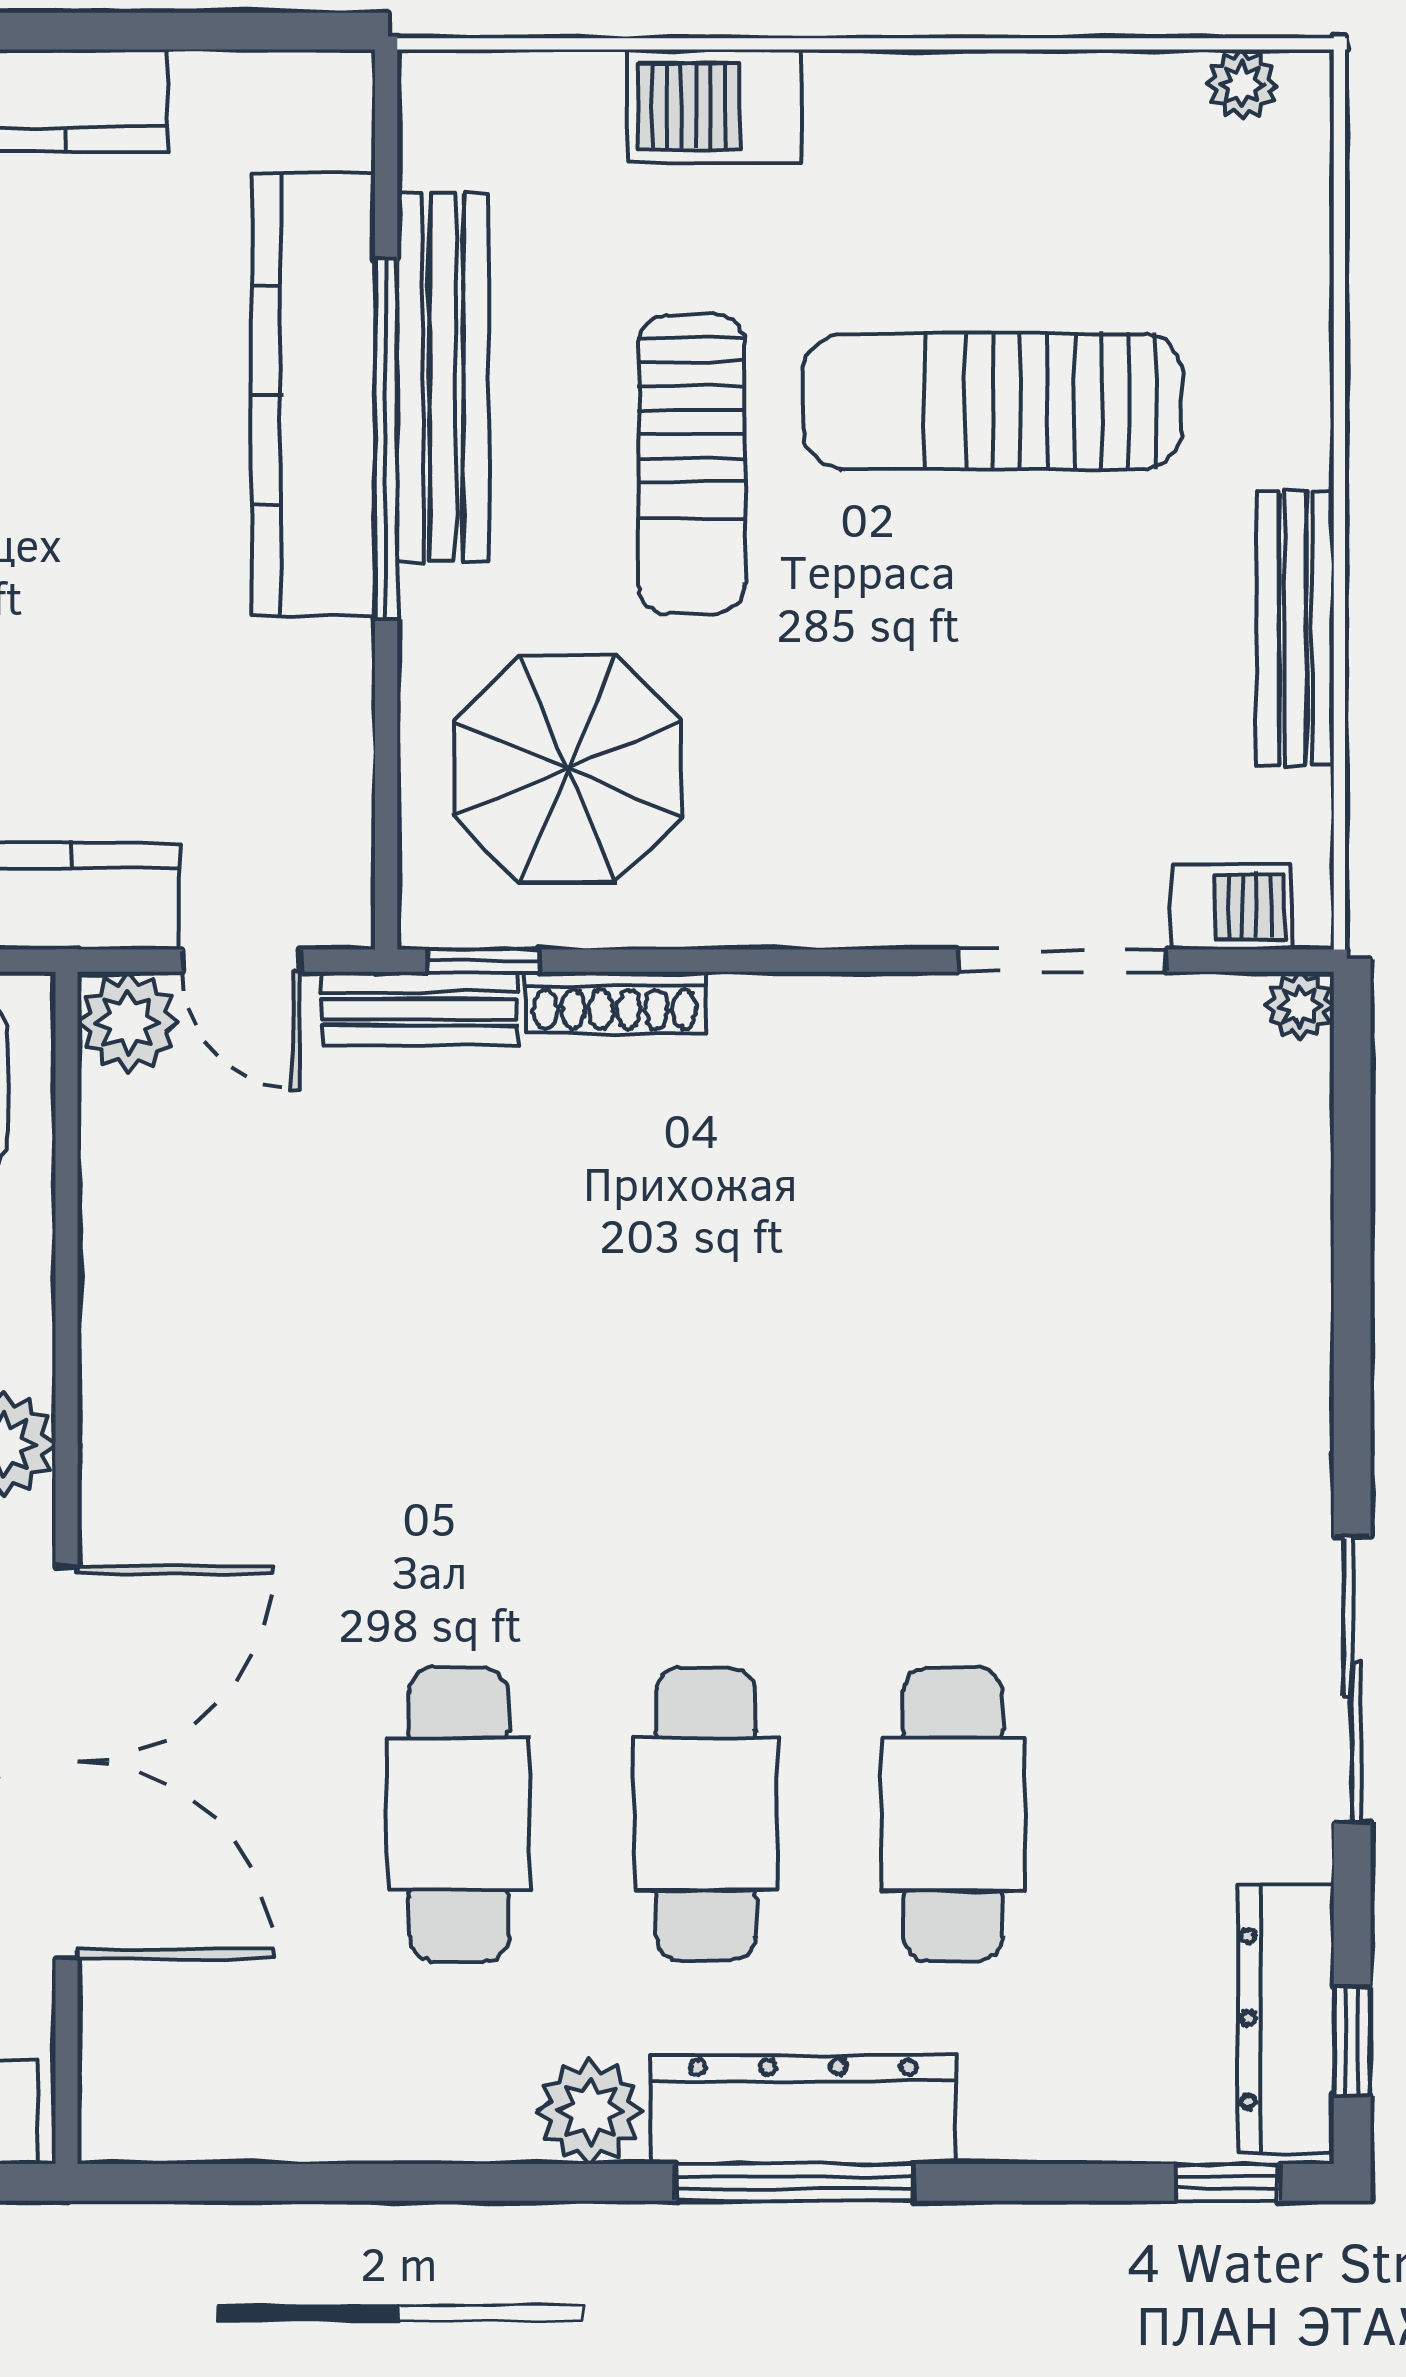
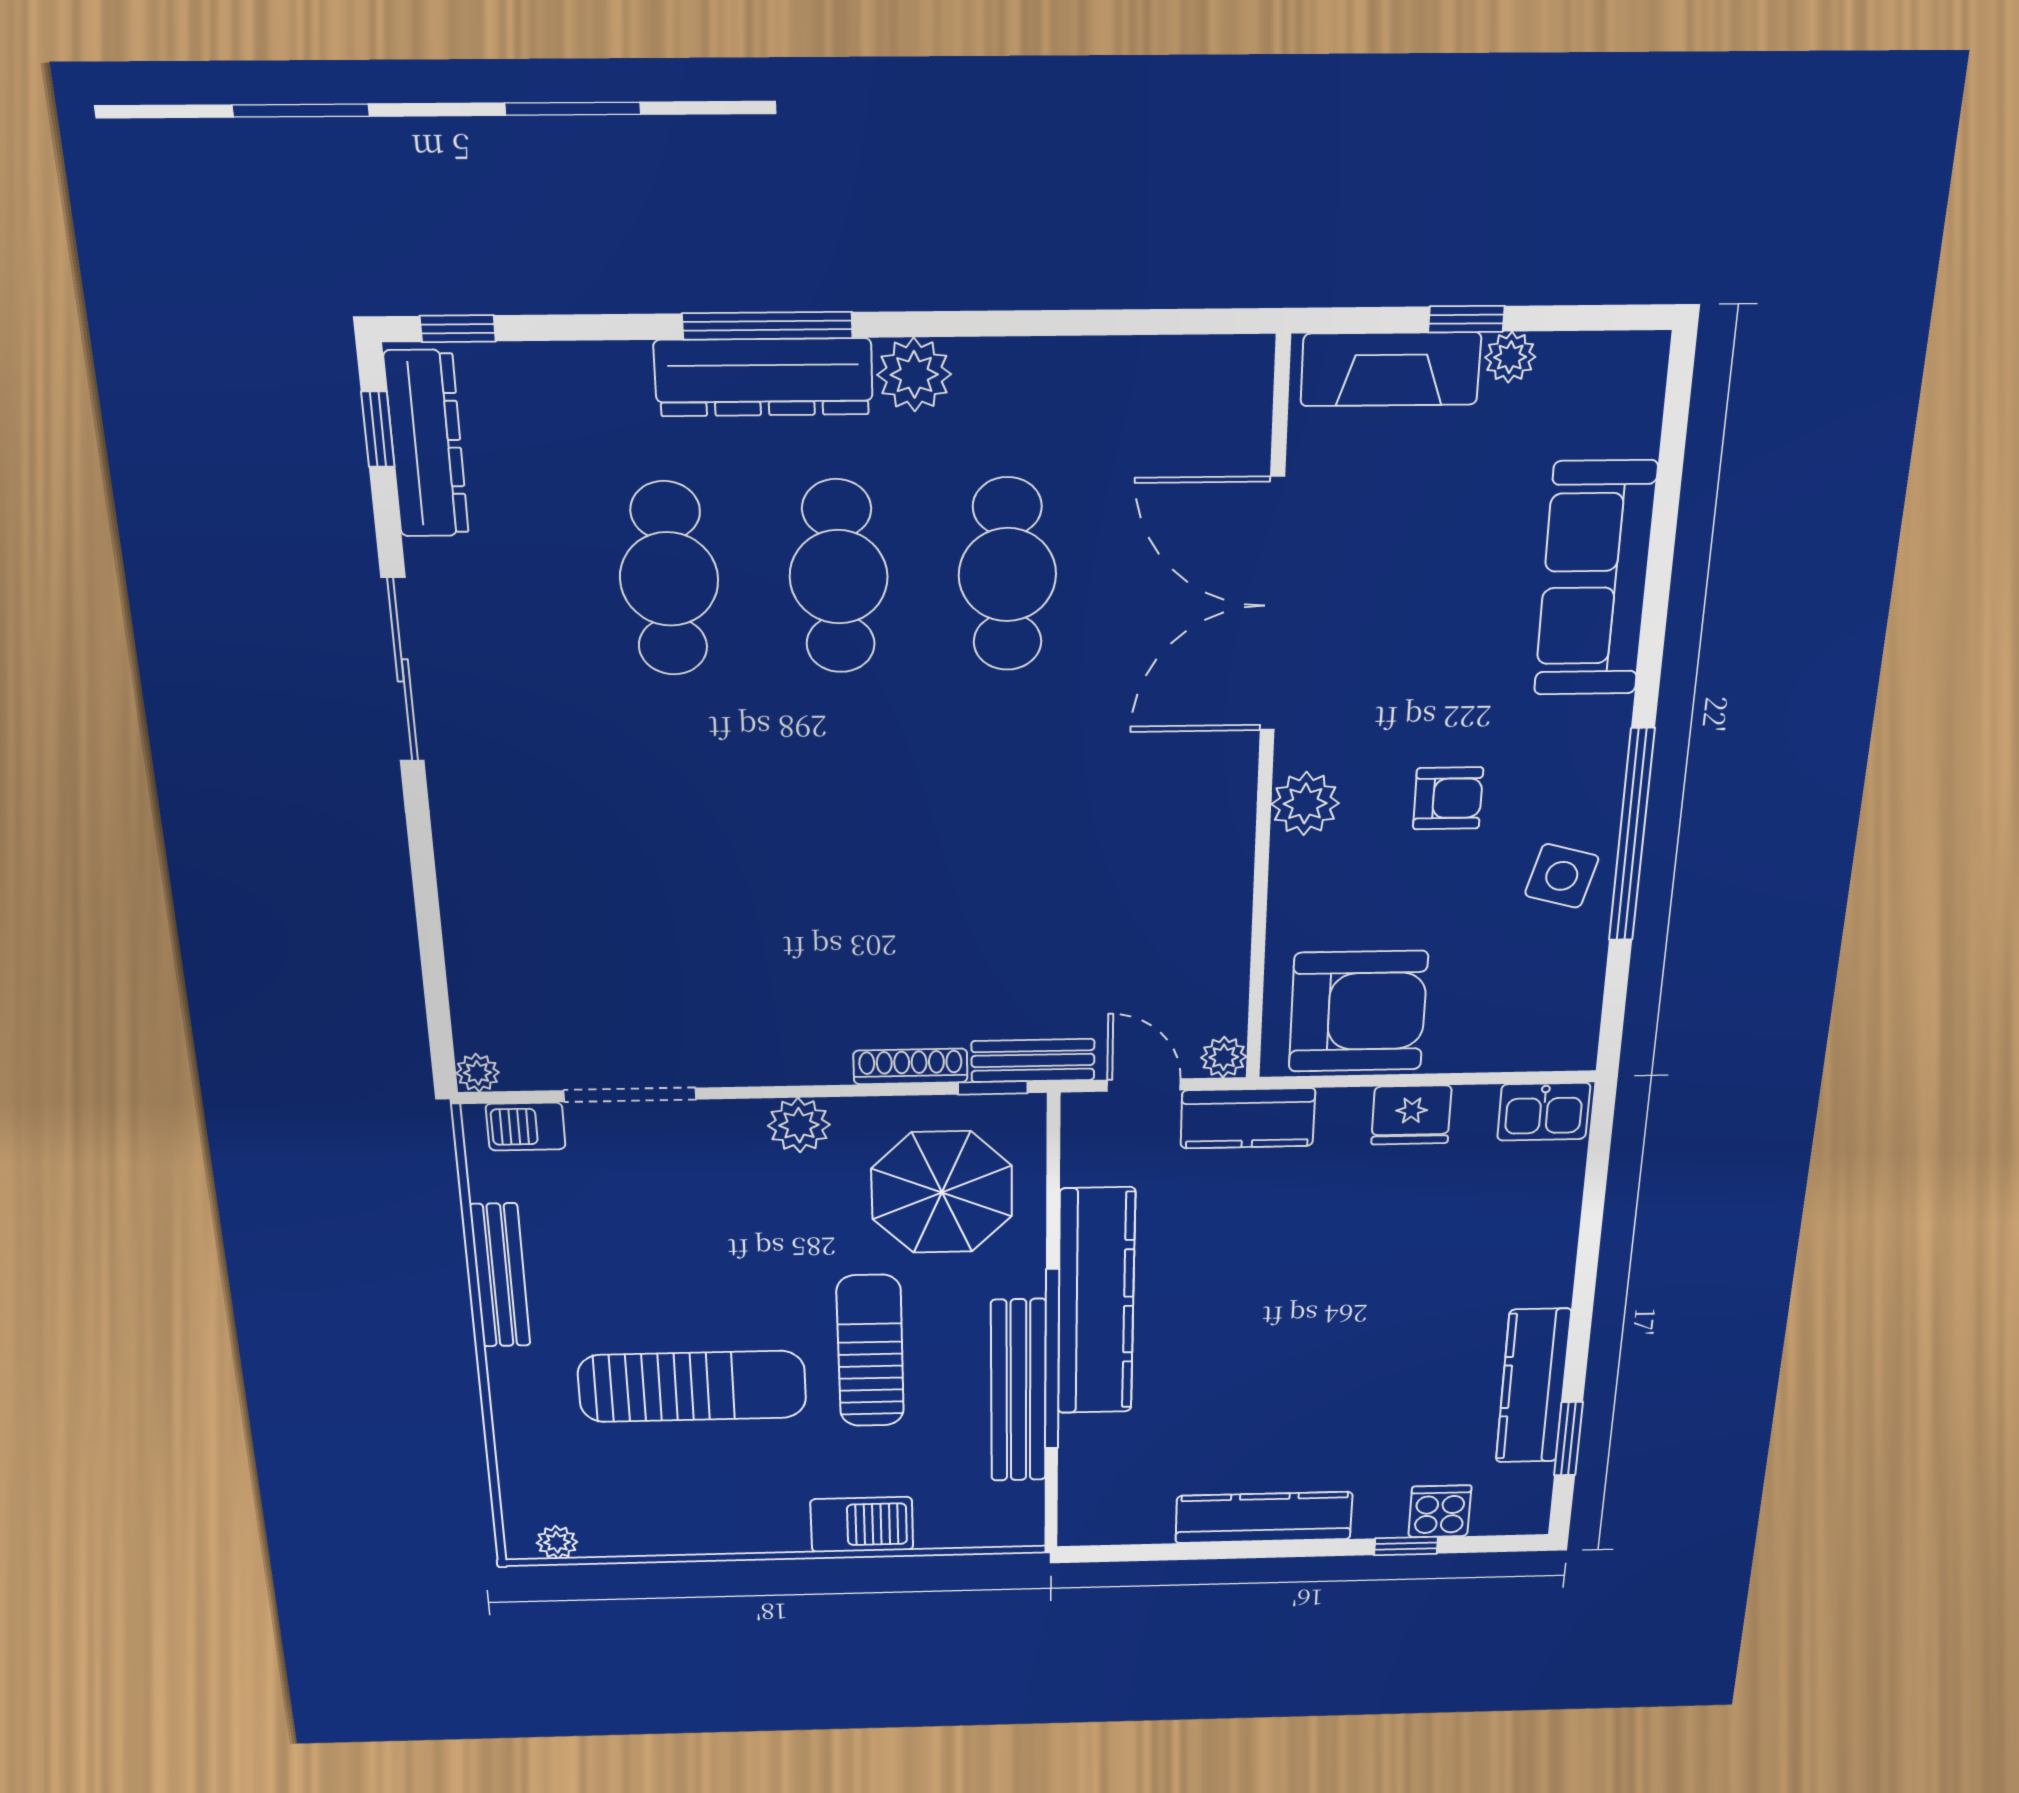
kitchen counter: (313, 395) -> (1096, 1302), moved
plant: (796, 900) -> (799, 1125), added
plant: (128, 1022) -> (1224, 1057), width x0.73, depth x0.73

